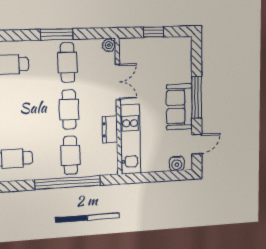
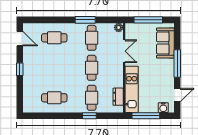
window: (154, 32) -> (148, 20), width x2.17
sofa: (179, 107) -> (165, 43), moved
dresser: (110, 130) -> (118, 97), moved
window: (152, 177) -> (146, 116), added
window: (68, 183) -> (89, 116), width x0.32

